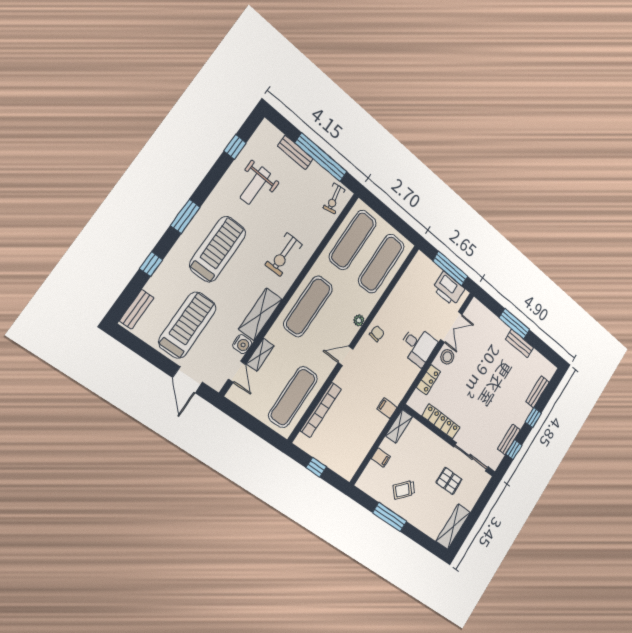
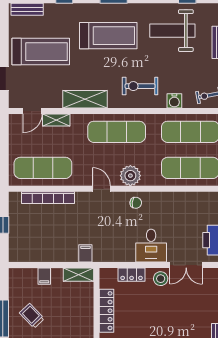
weight bench: (255, 186) -> (172, 31), width x1.36, depth x1.33
plant: (359, 320) -> (130, 176), width x1.88, depth x1.88
water cooler: (242, 344) -> (174, 101), moved

